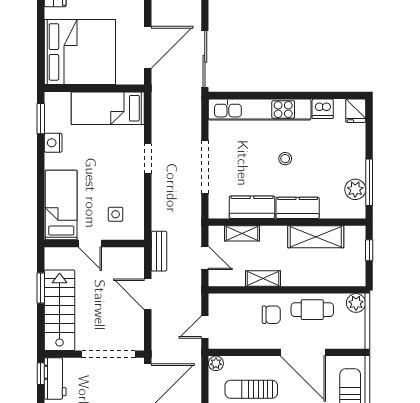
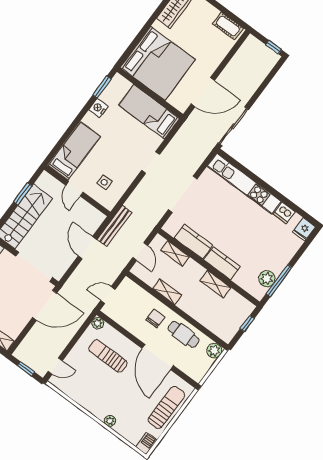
stool: (285, 159) -> (237, 227), removed
shelving: (316, 237) -> (215, 284), width x0.67, depth x0.75
bench: (159, 251) -> (114, 226), width x1.36
chair: (271, 315) -> (155, 318), turned -90

